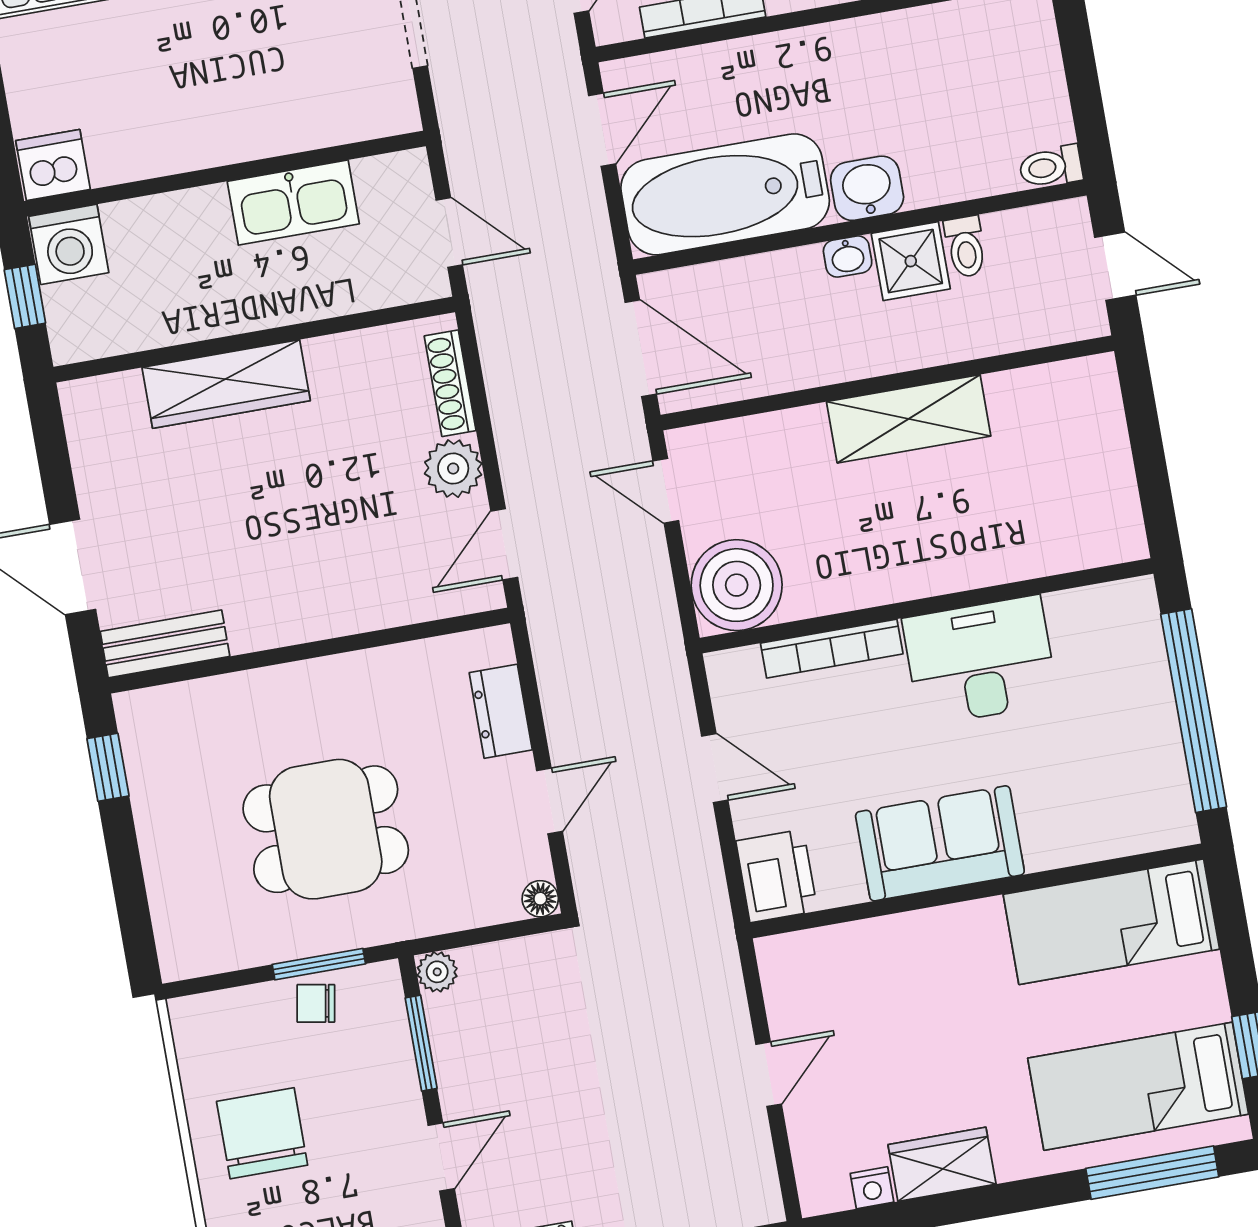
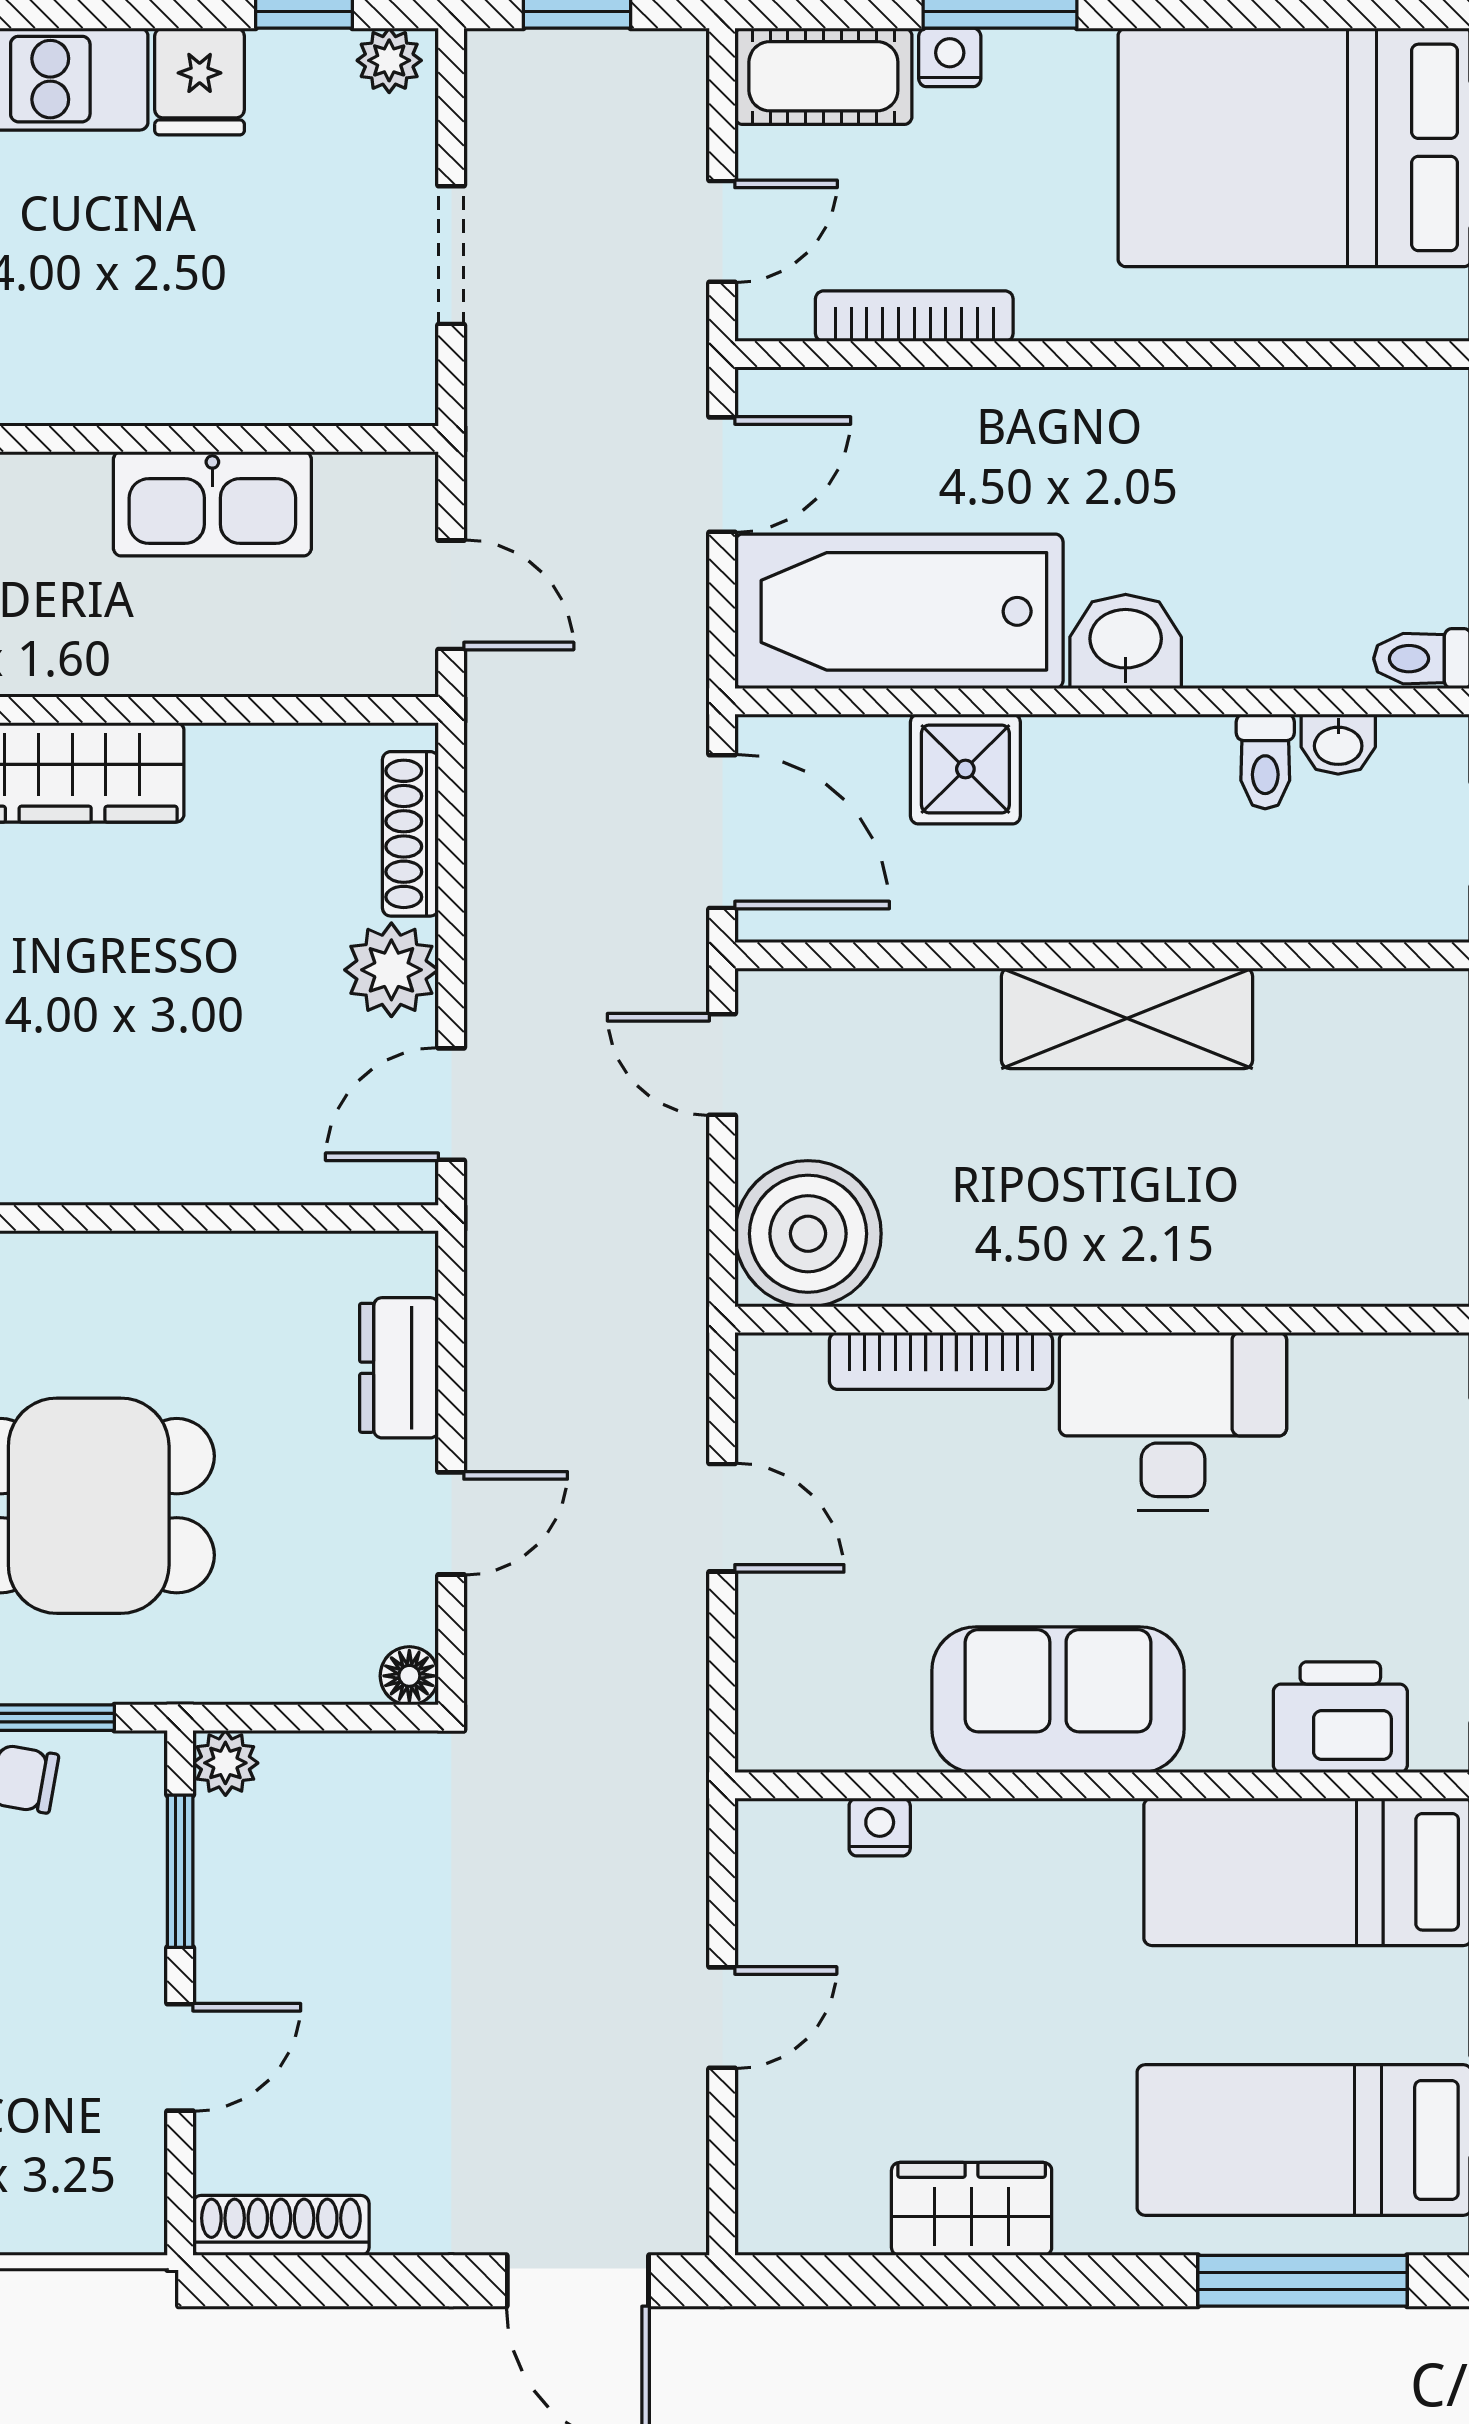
washbasin: (848, 256) -> (1338, 744), moved
shower: (911, 261) -> (965, 769), moved
printer: (777, 876) -> (1340, 1717), moved, turned -90
nightstand: (872, 1188) -> (880, 1827), moved, turned 180

